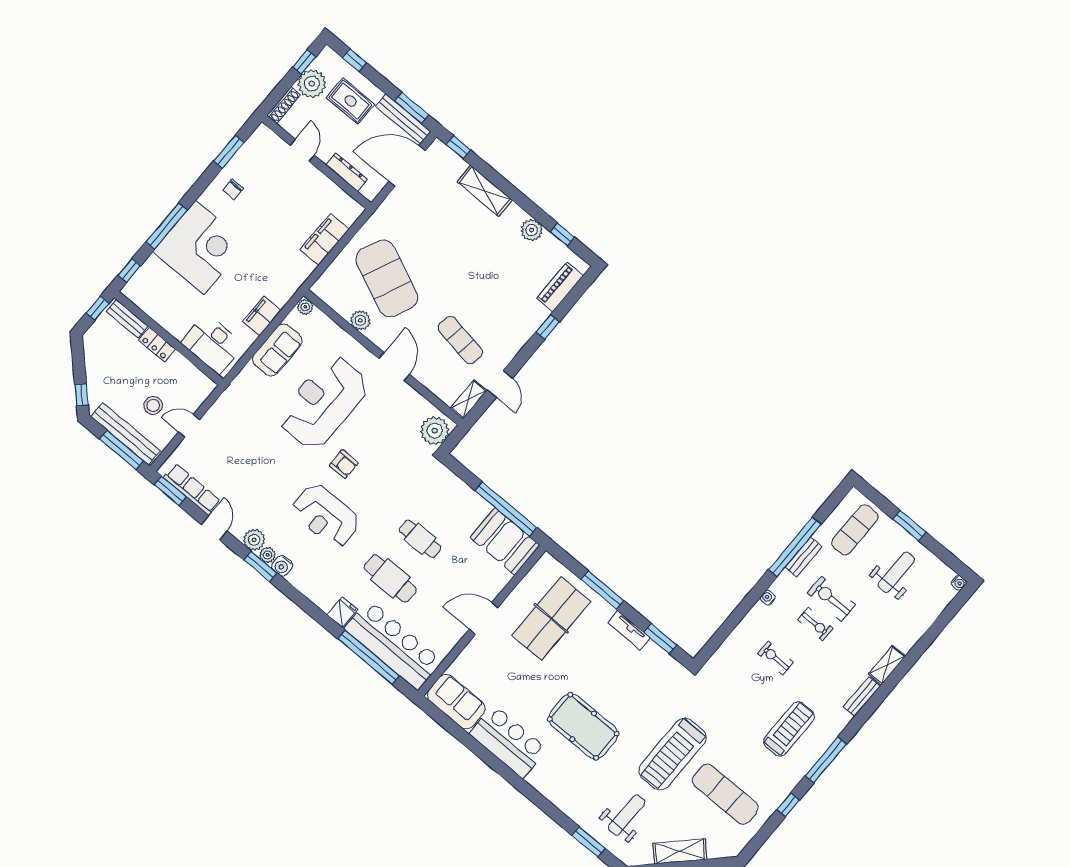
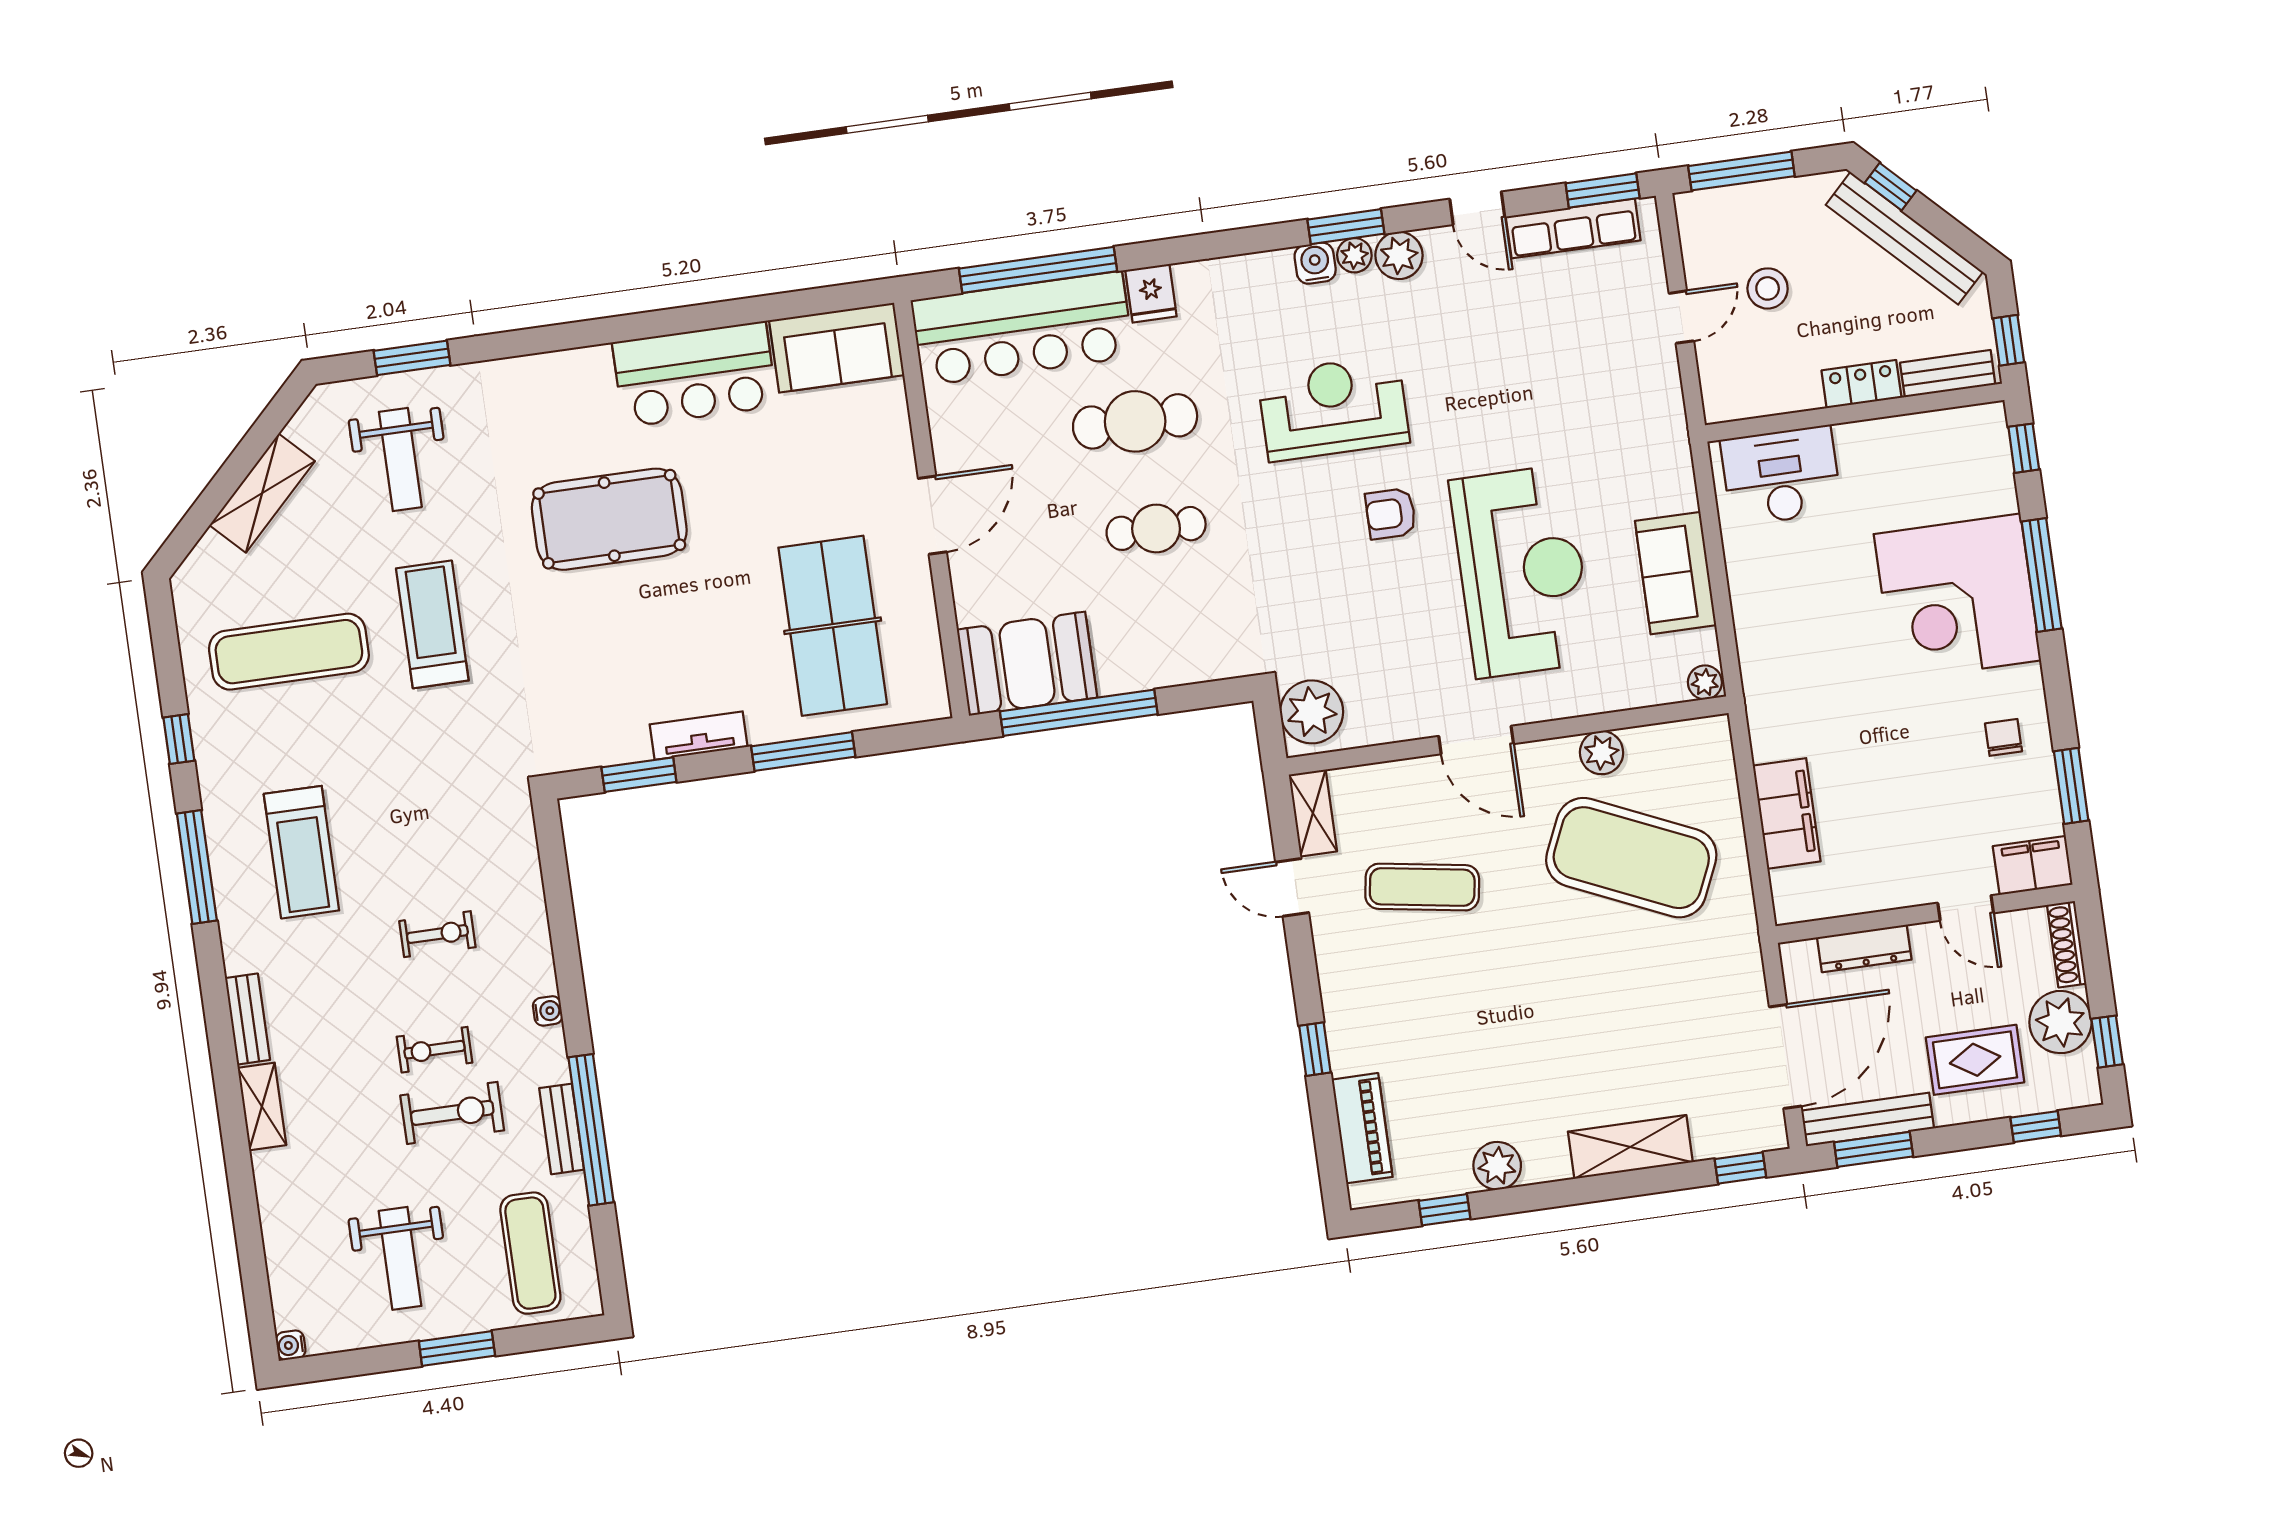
filing cabinet: (262, 316) -> (2033, 865), moved, turned -90
bench: (125, 434) -> (1904, 238), moved, turned 45
treadmill: (672, 754) -> (432, 624), width x0.73, depth x0.73

